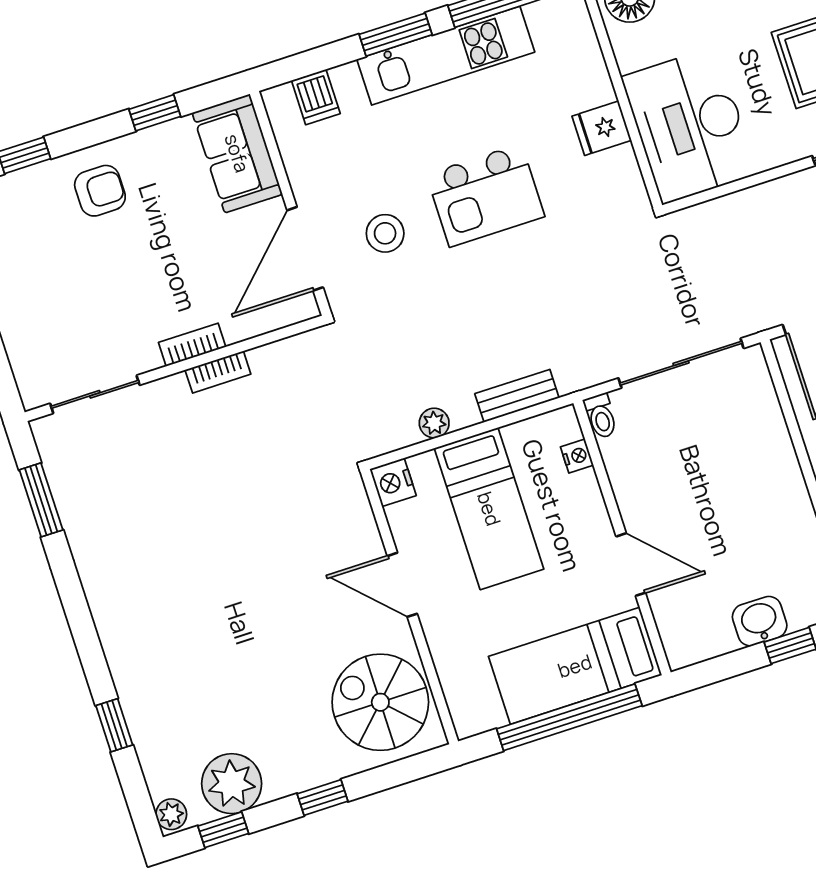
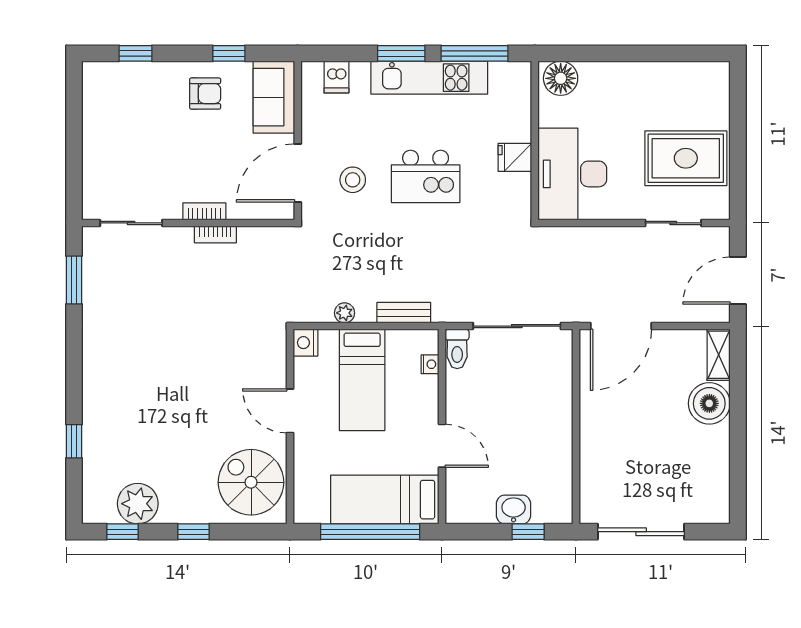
armchair: (100, 191) -> (205, 94), moved
toilet: (601, 416) -> (457, 349), width x1.37, depth x1.39
plant: (171, 814) -> (92, 511), removed

